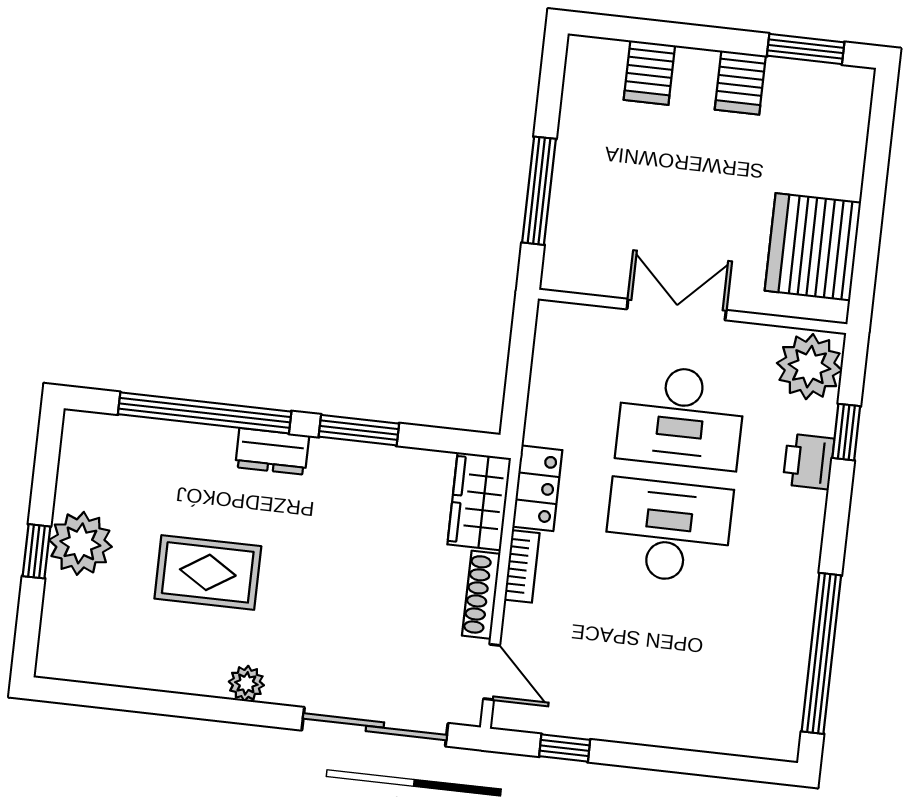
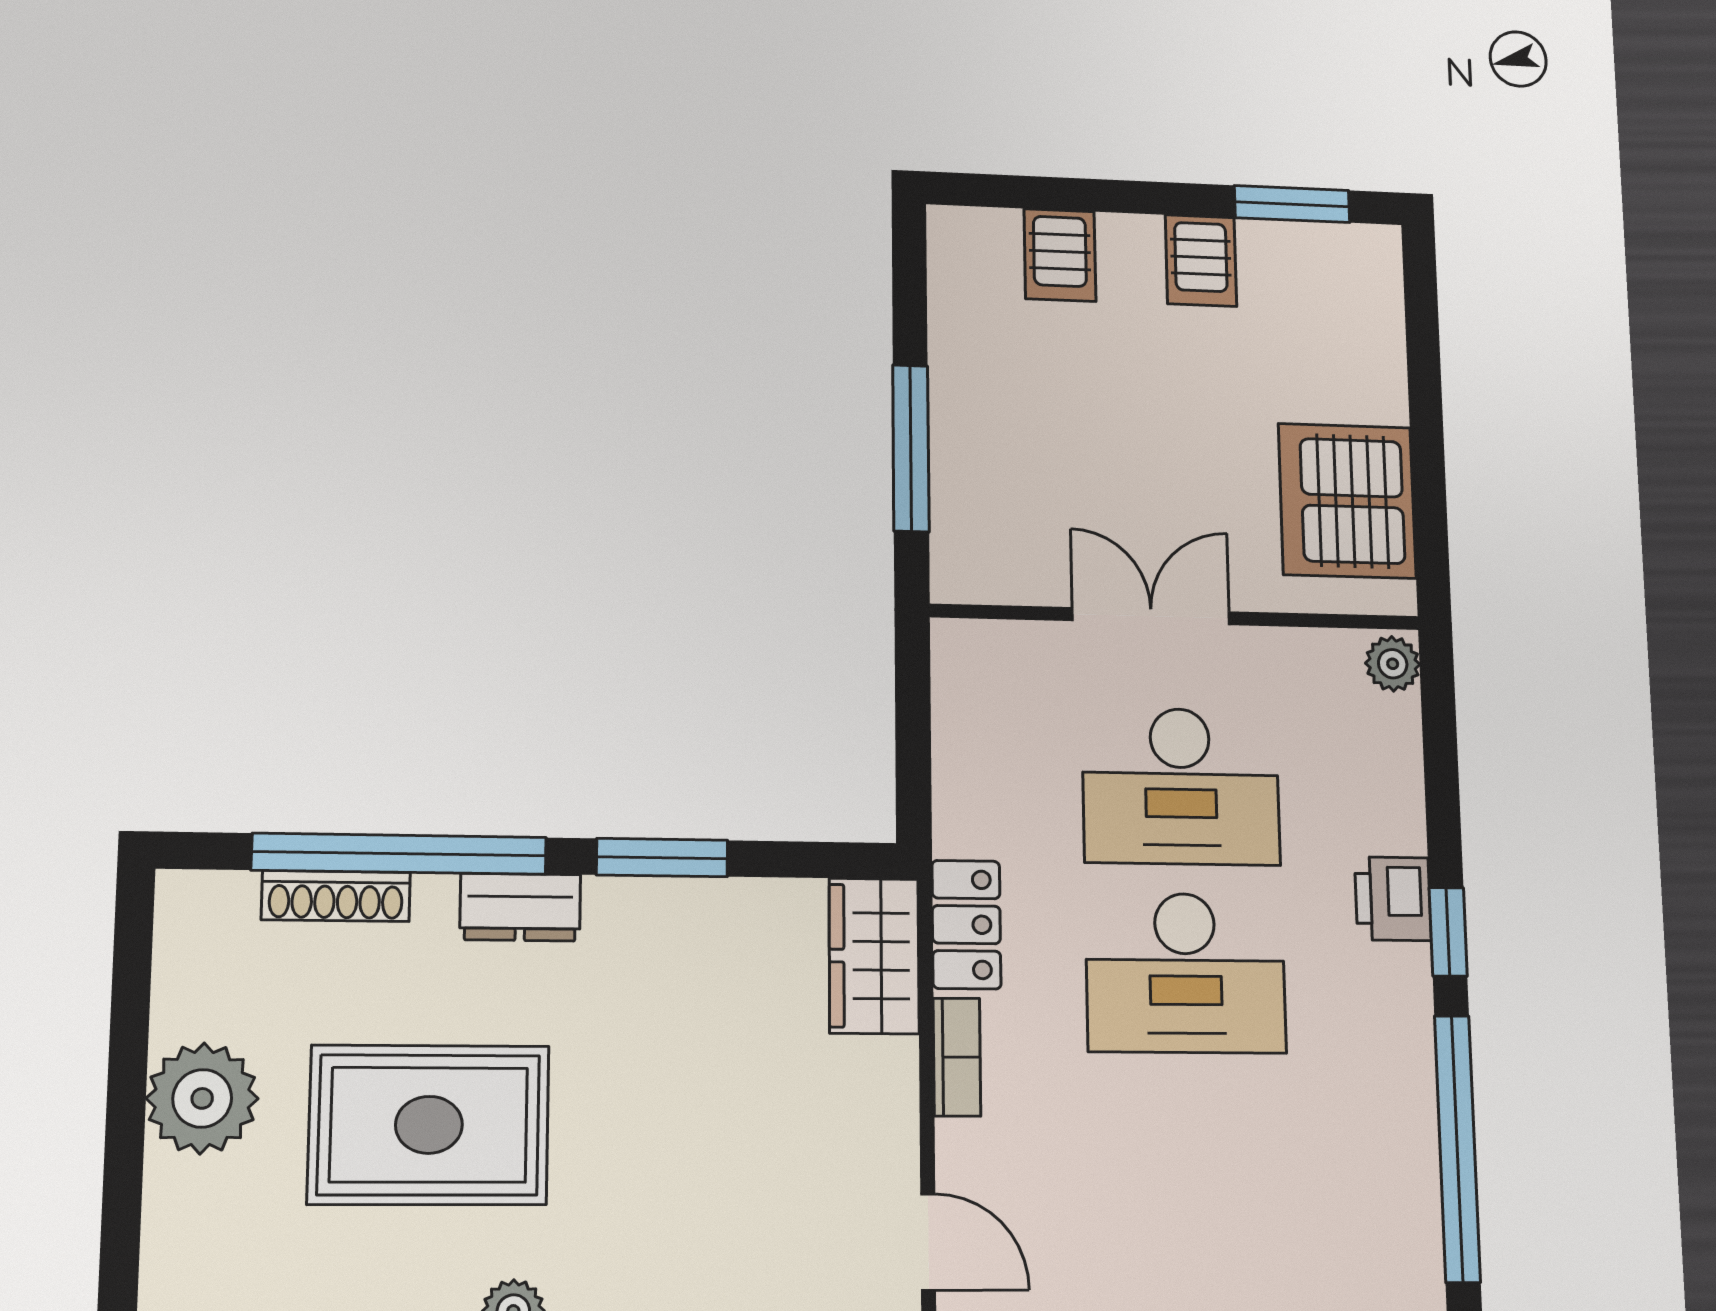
plant: (810, 367) -> (1393, 664), width x0.53, depth x0.53
window: (846, 432) -> (1448, 932), moved
printer: (808, 462) -> (1393, 899), moved
desk: (668, 531) -> (1186, 973), turned 180
window: (37, 551) -> (125, 1121), removed
rug: (208, 572) -> (429, 1125), width x1.36, depth x1.43
shoe rack: (481, 595) -> (336, 896), moved, turned -90

